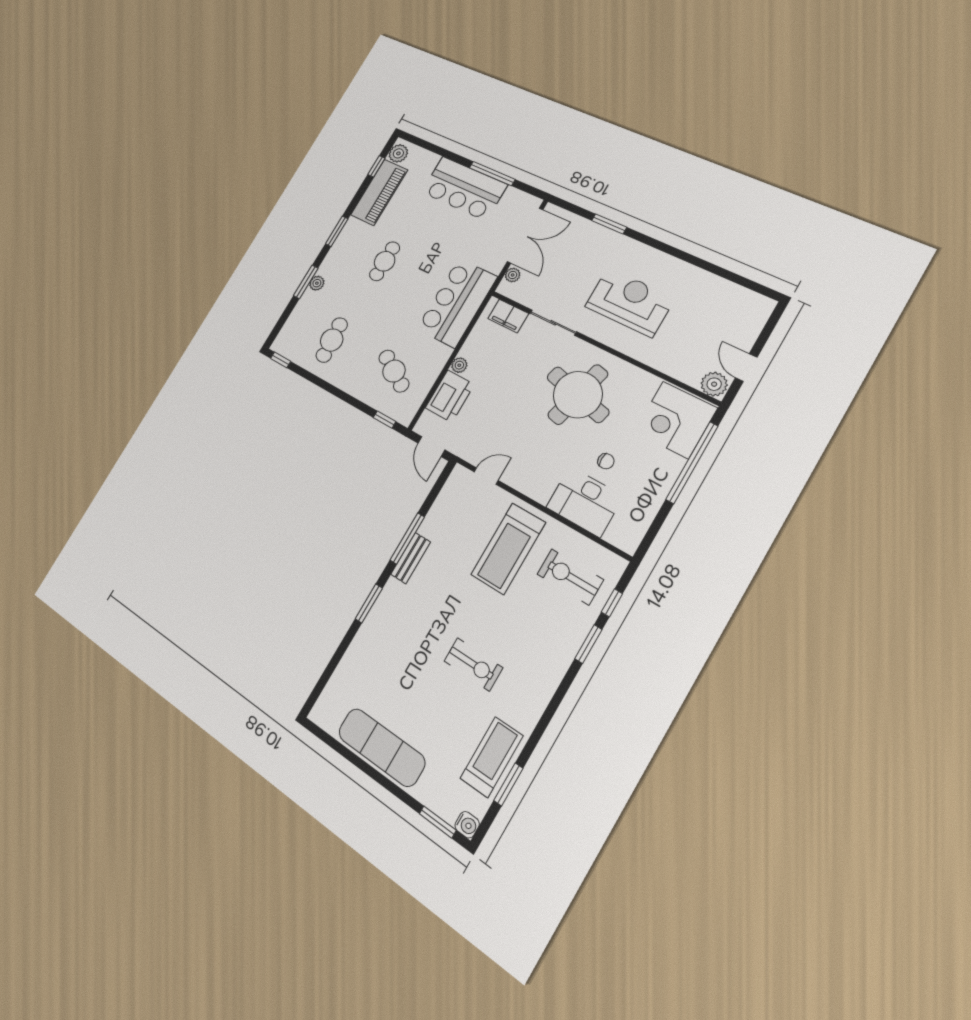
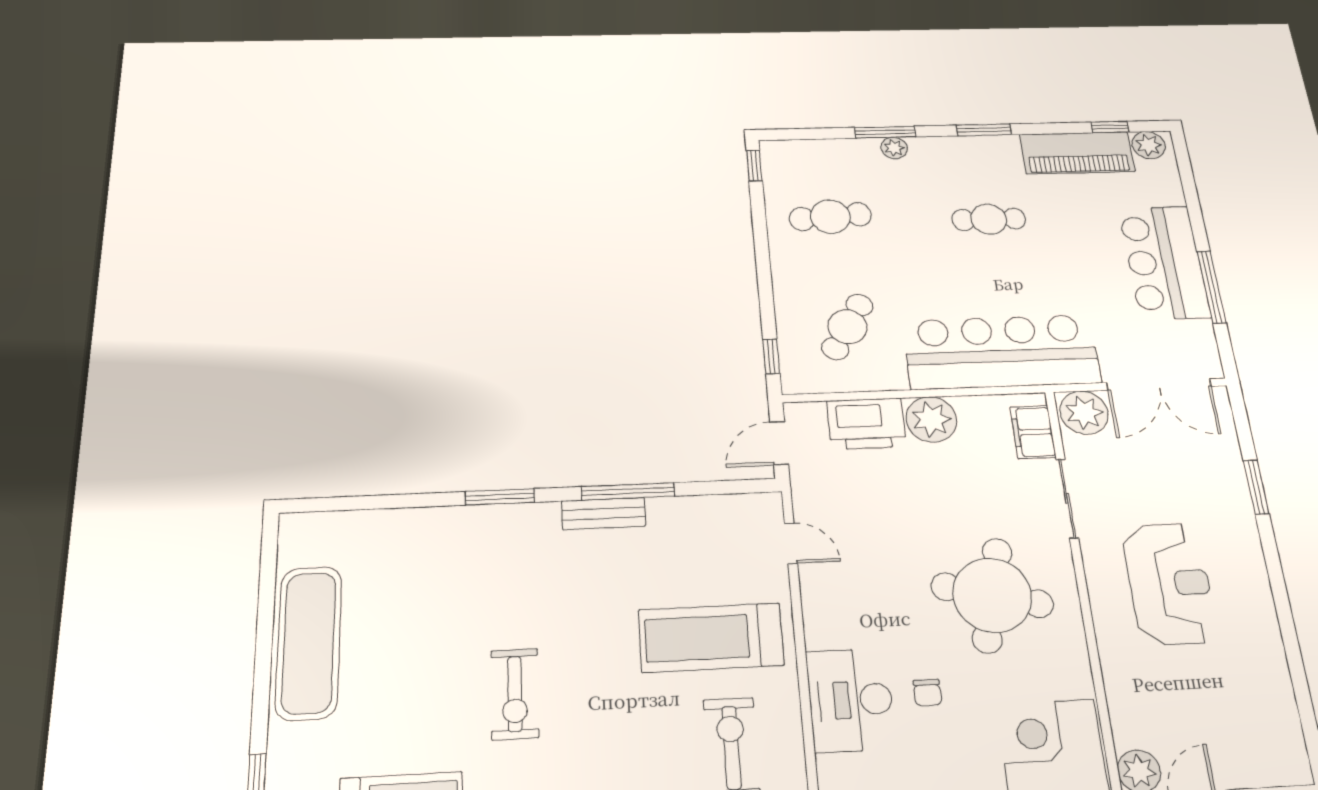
plant: (513, 275) -> (1084, 413), width x1.88, depth x1.88
bar counter: (457, 303) -> (1001, 352), width x1.36
plant: (459, 365) -> (931, 419), width x1.88, depth x1.88

